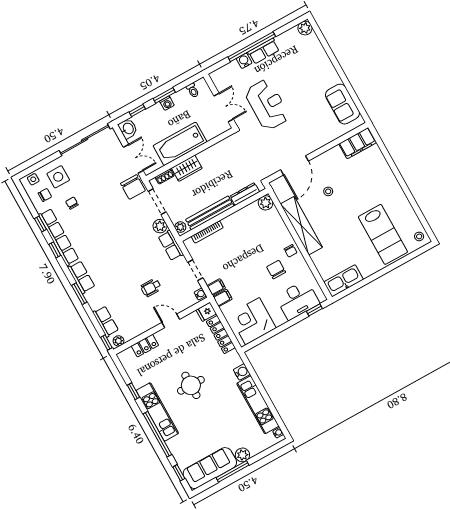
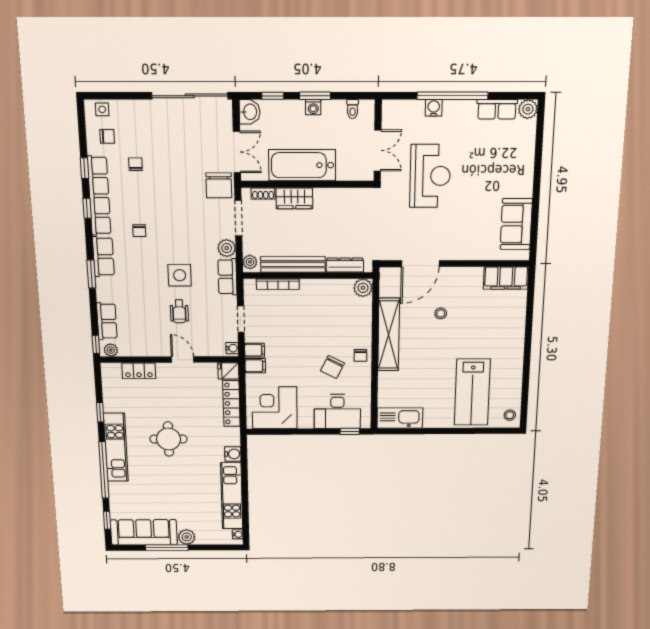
row of seats: (264, 51) -> (497, 109), moved
side table: (58, 177) -> (180, 275), moved
chair: (96, 246) -> (139, 231), added
chair: (276, 270) -> (333, 367), turned -153
wheelchair: (151, 288) -> (179, 311), turned -90

